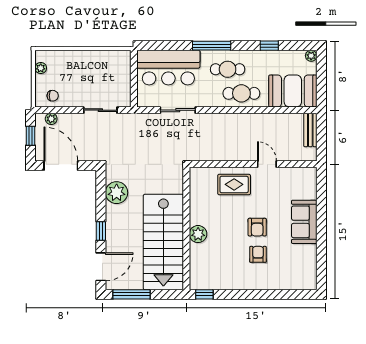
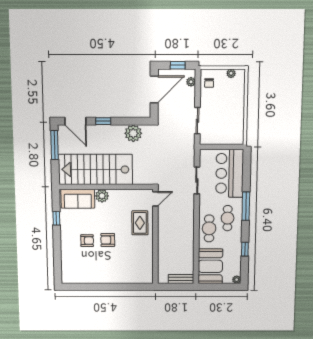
door: (267, 164) -> (155, 199), moved
sofa: (304, 222) -> (78, 199), moved, turned 180
window: (204, 294) -> (56, 218), moved

